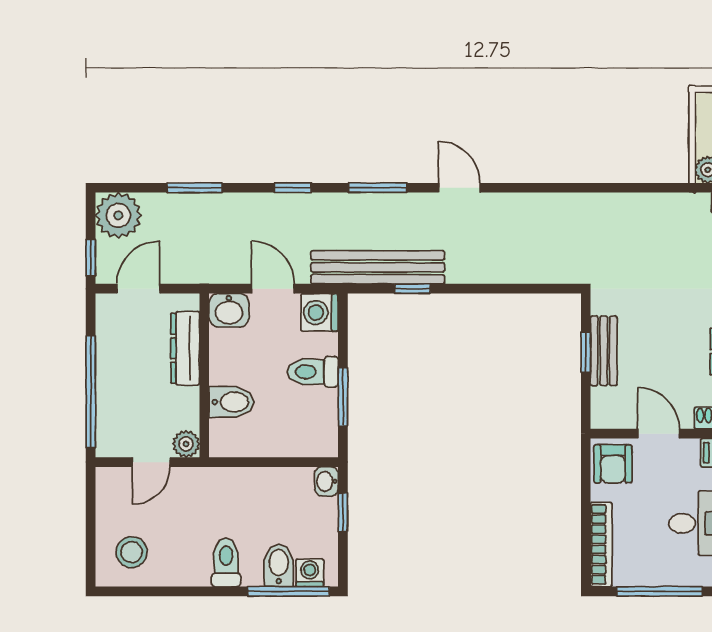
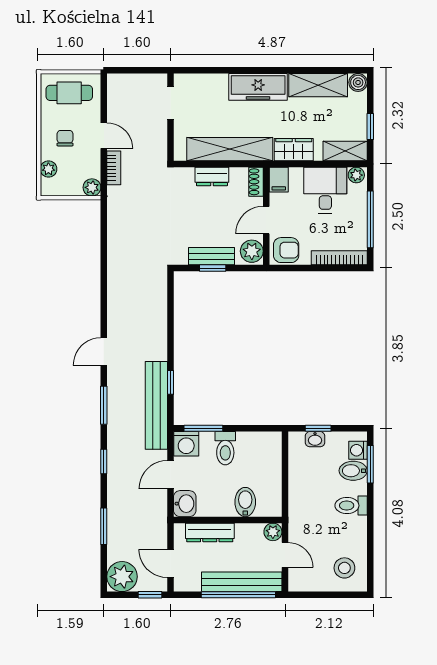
bench: (111, 397) -> (242, 582), added
window: (343, 397) -> (203, 428), moved
plant: (611, 412) -> (252, 251), added
washbasin: (326, 481) -> (315, 439), moved
window: (289, 591) -> (370, 464), width x0.69

